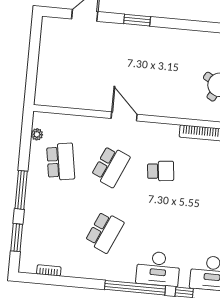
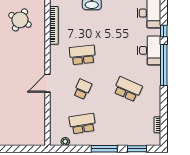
school desk: (111, 166) -> (82, 89), width x0.54
school desk: (161, 171) -> (82, 55), width x1.85

